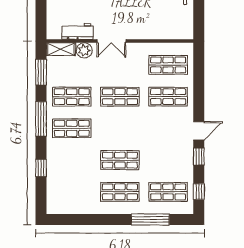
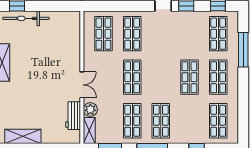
shop shelf: (72, 192) -> (218, 121), added

